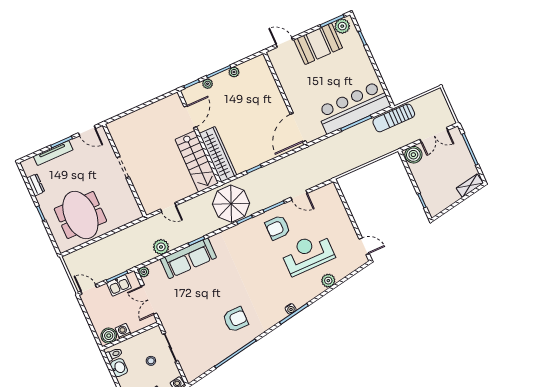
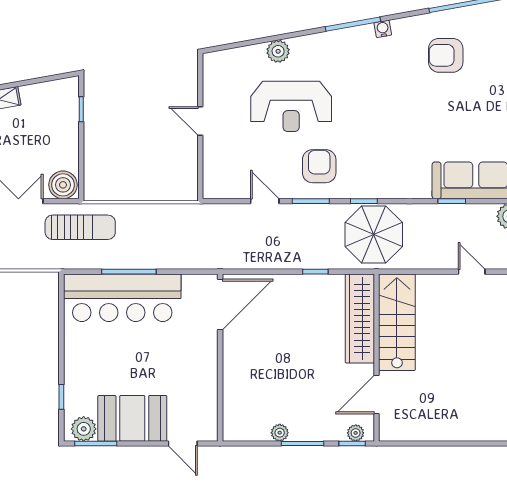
plant: (208, 84) -> (356, 433), moved
sun lounger: (394, 118) -> (80, 227), moved
armchair: (278, 228) -> (319, 166), turned -90
door: (364, 246) -> (200, 121), moved
water cooler: (291, 309) -> (383, 29), moved

